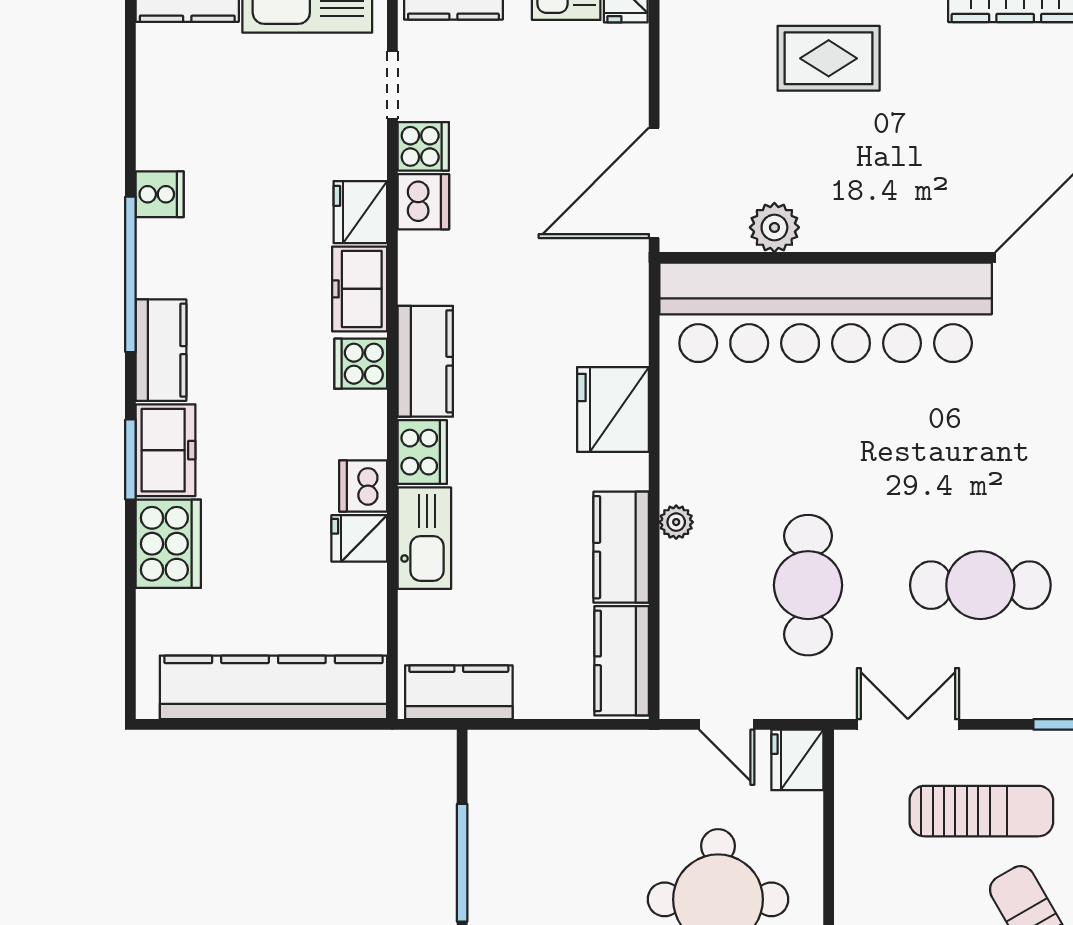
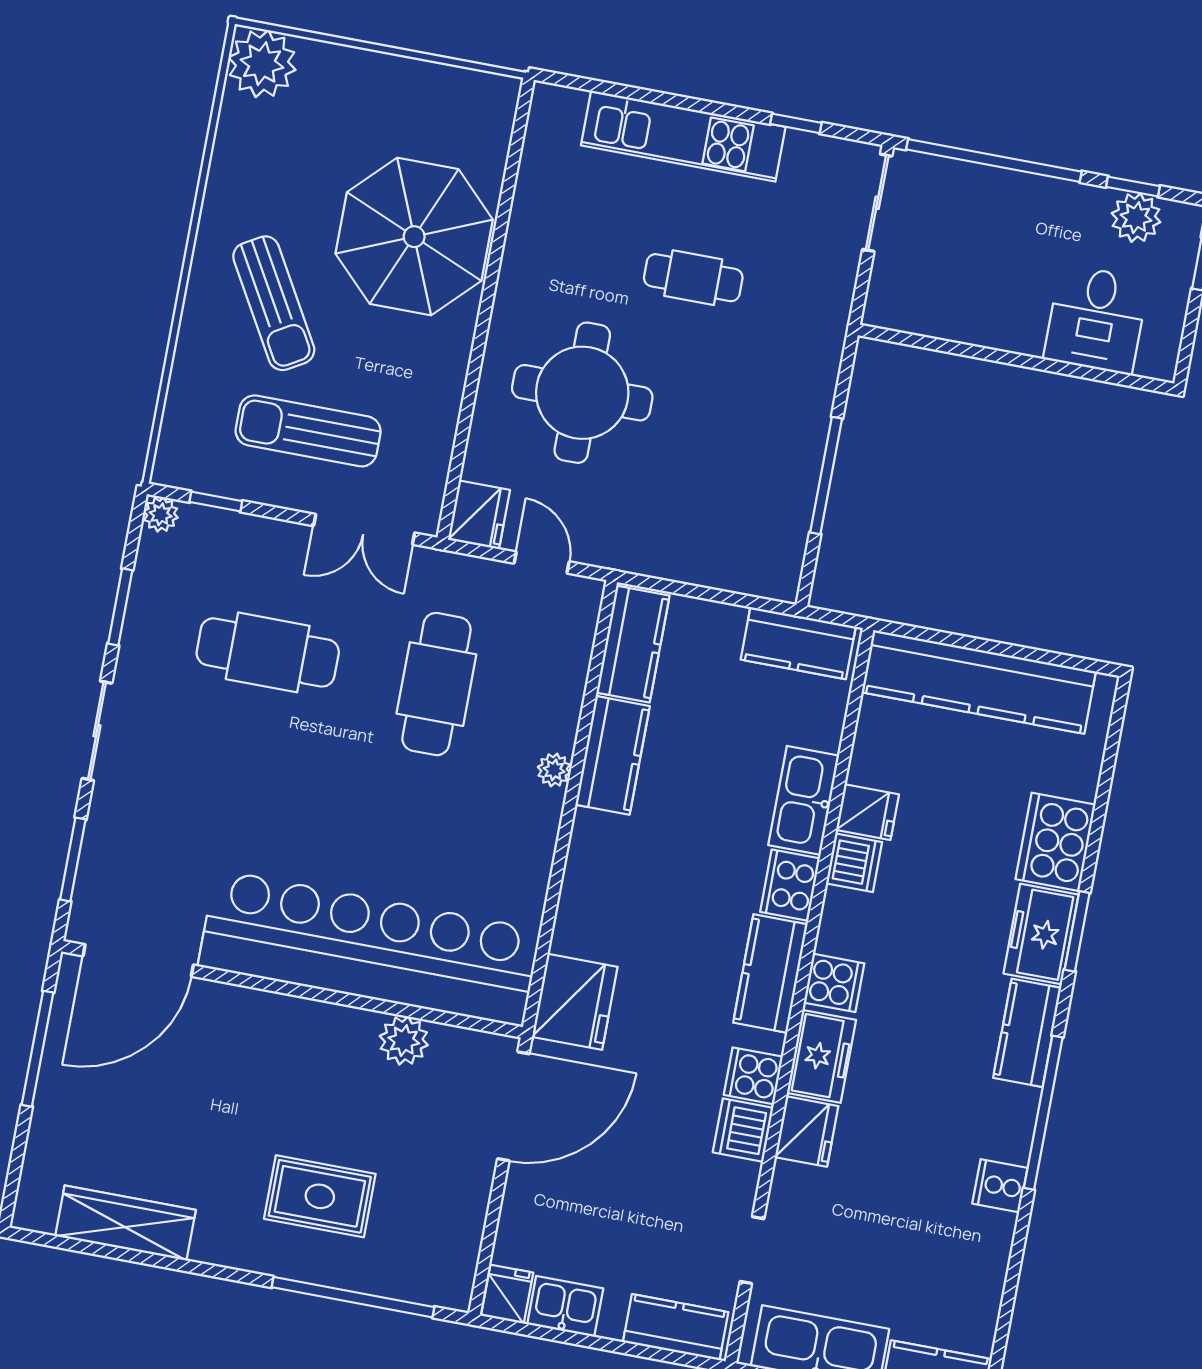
cooker: (423, 146) -> (753, 1076), moved
fridge: (613, 409) -> (575, 1002), moved

